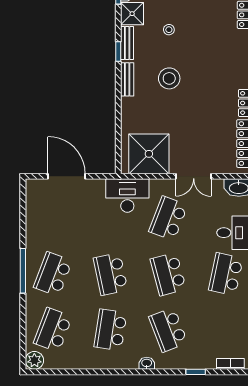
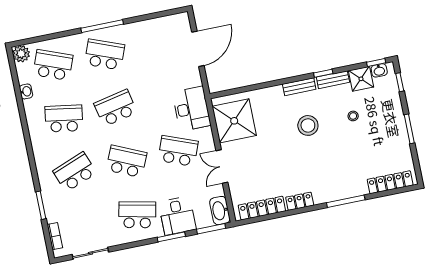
school desk: (168, 274) -> (126, 161), turned 39
washbasin: (147, 363) -> (26, 91), moved
window: (196, 372) -> (41, 205), width x1.50

